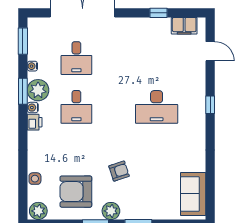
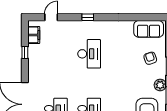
armchair: (119, 171) -> (150, 58), moved

